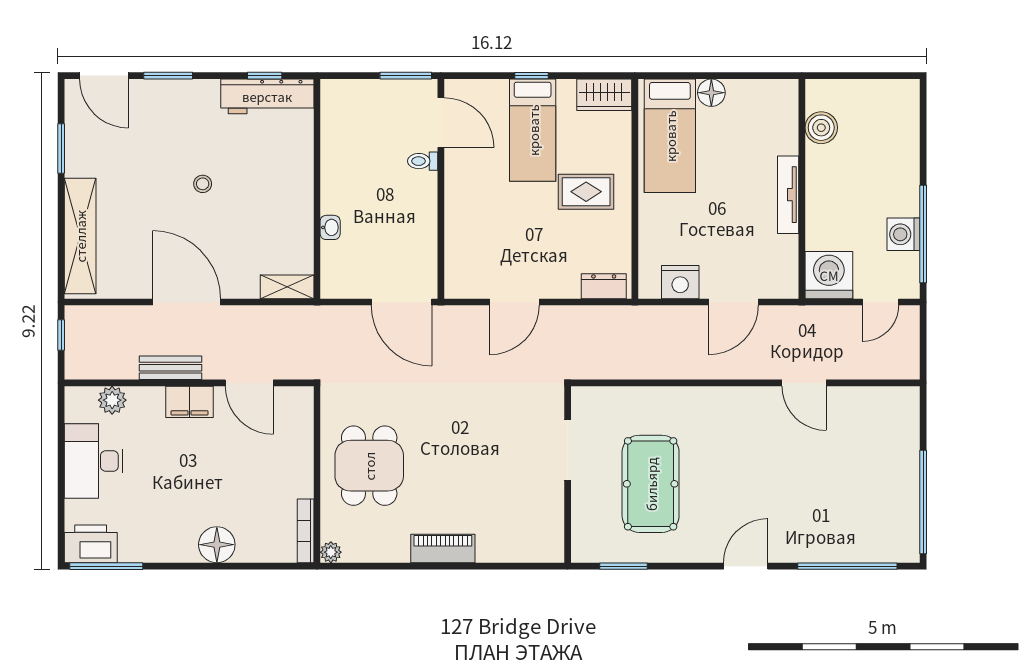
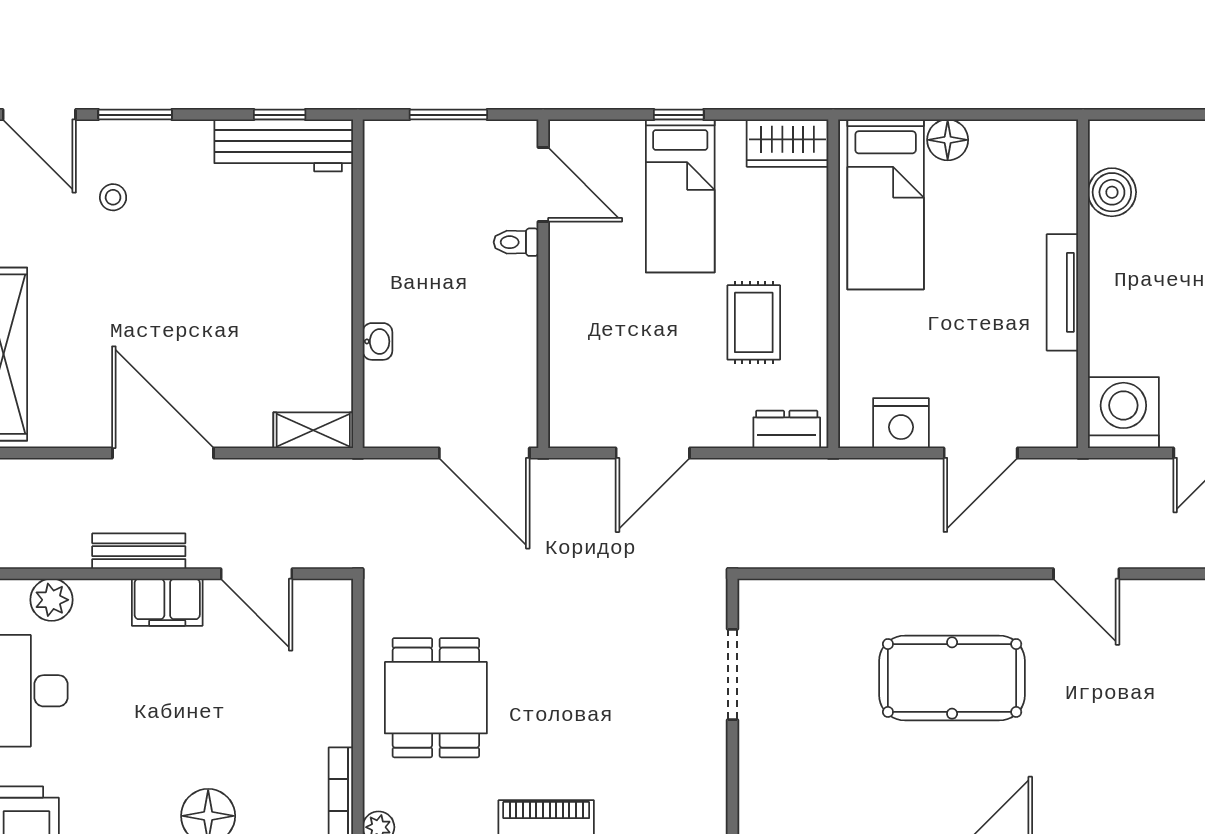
window: (406, 76) -> (448, 115), moved
stool: (203, 184) -> (113, 197), moved
rug: (586, 192) -> (754, 322), moved, turned 90
pool table: (651, 484) -> (952, 678), moved, turned 90

